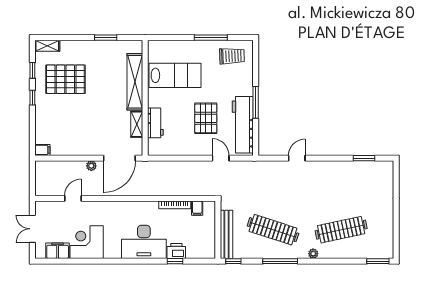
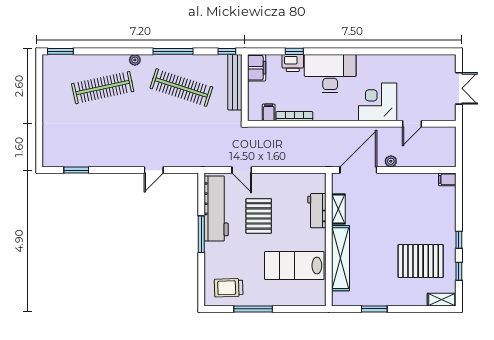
corner desk: (87, 242) -> (378, 102), moved, turned 180
filing cabinet: (58, 251) -> (257, 68), moved, turned -90

